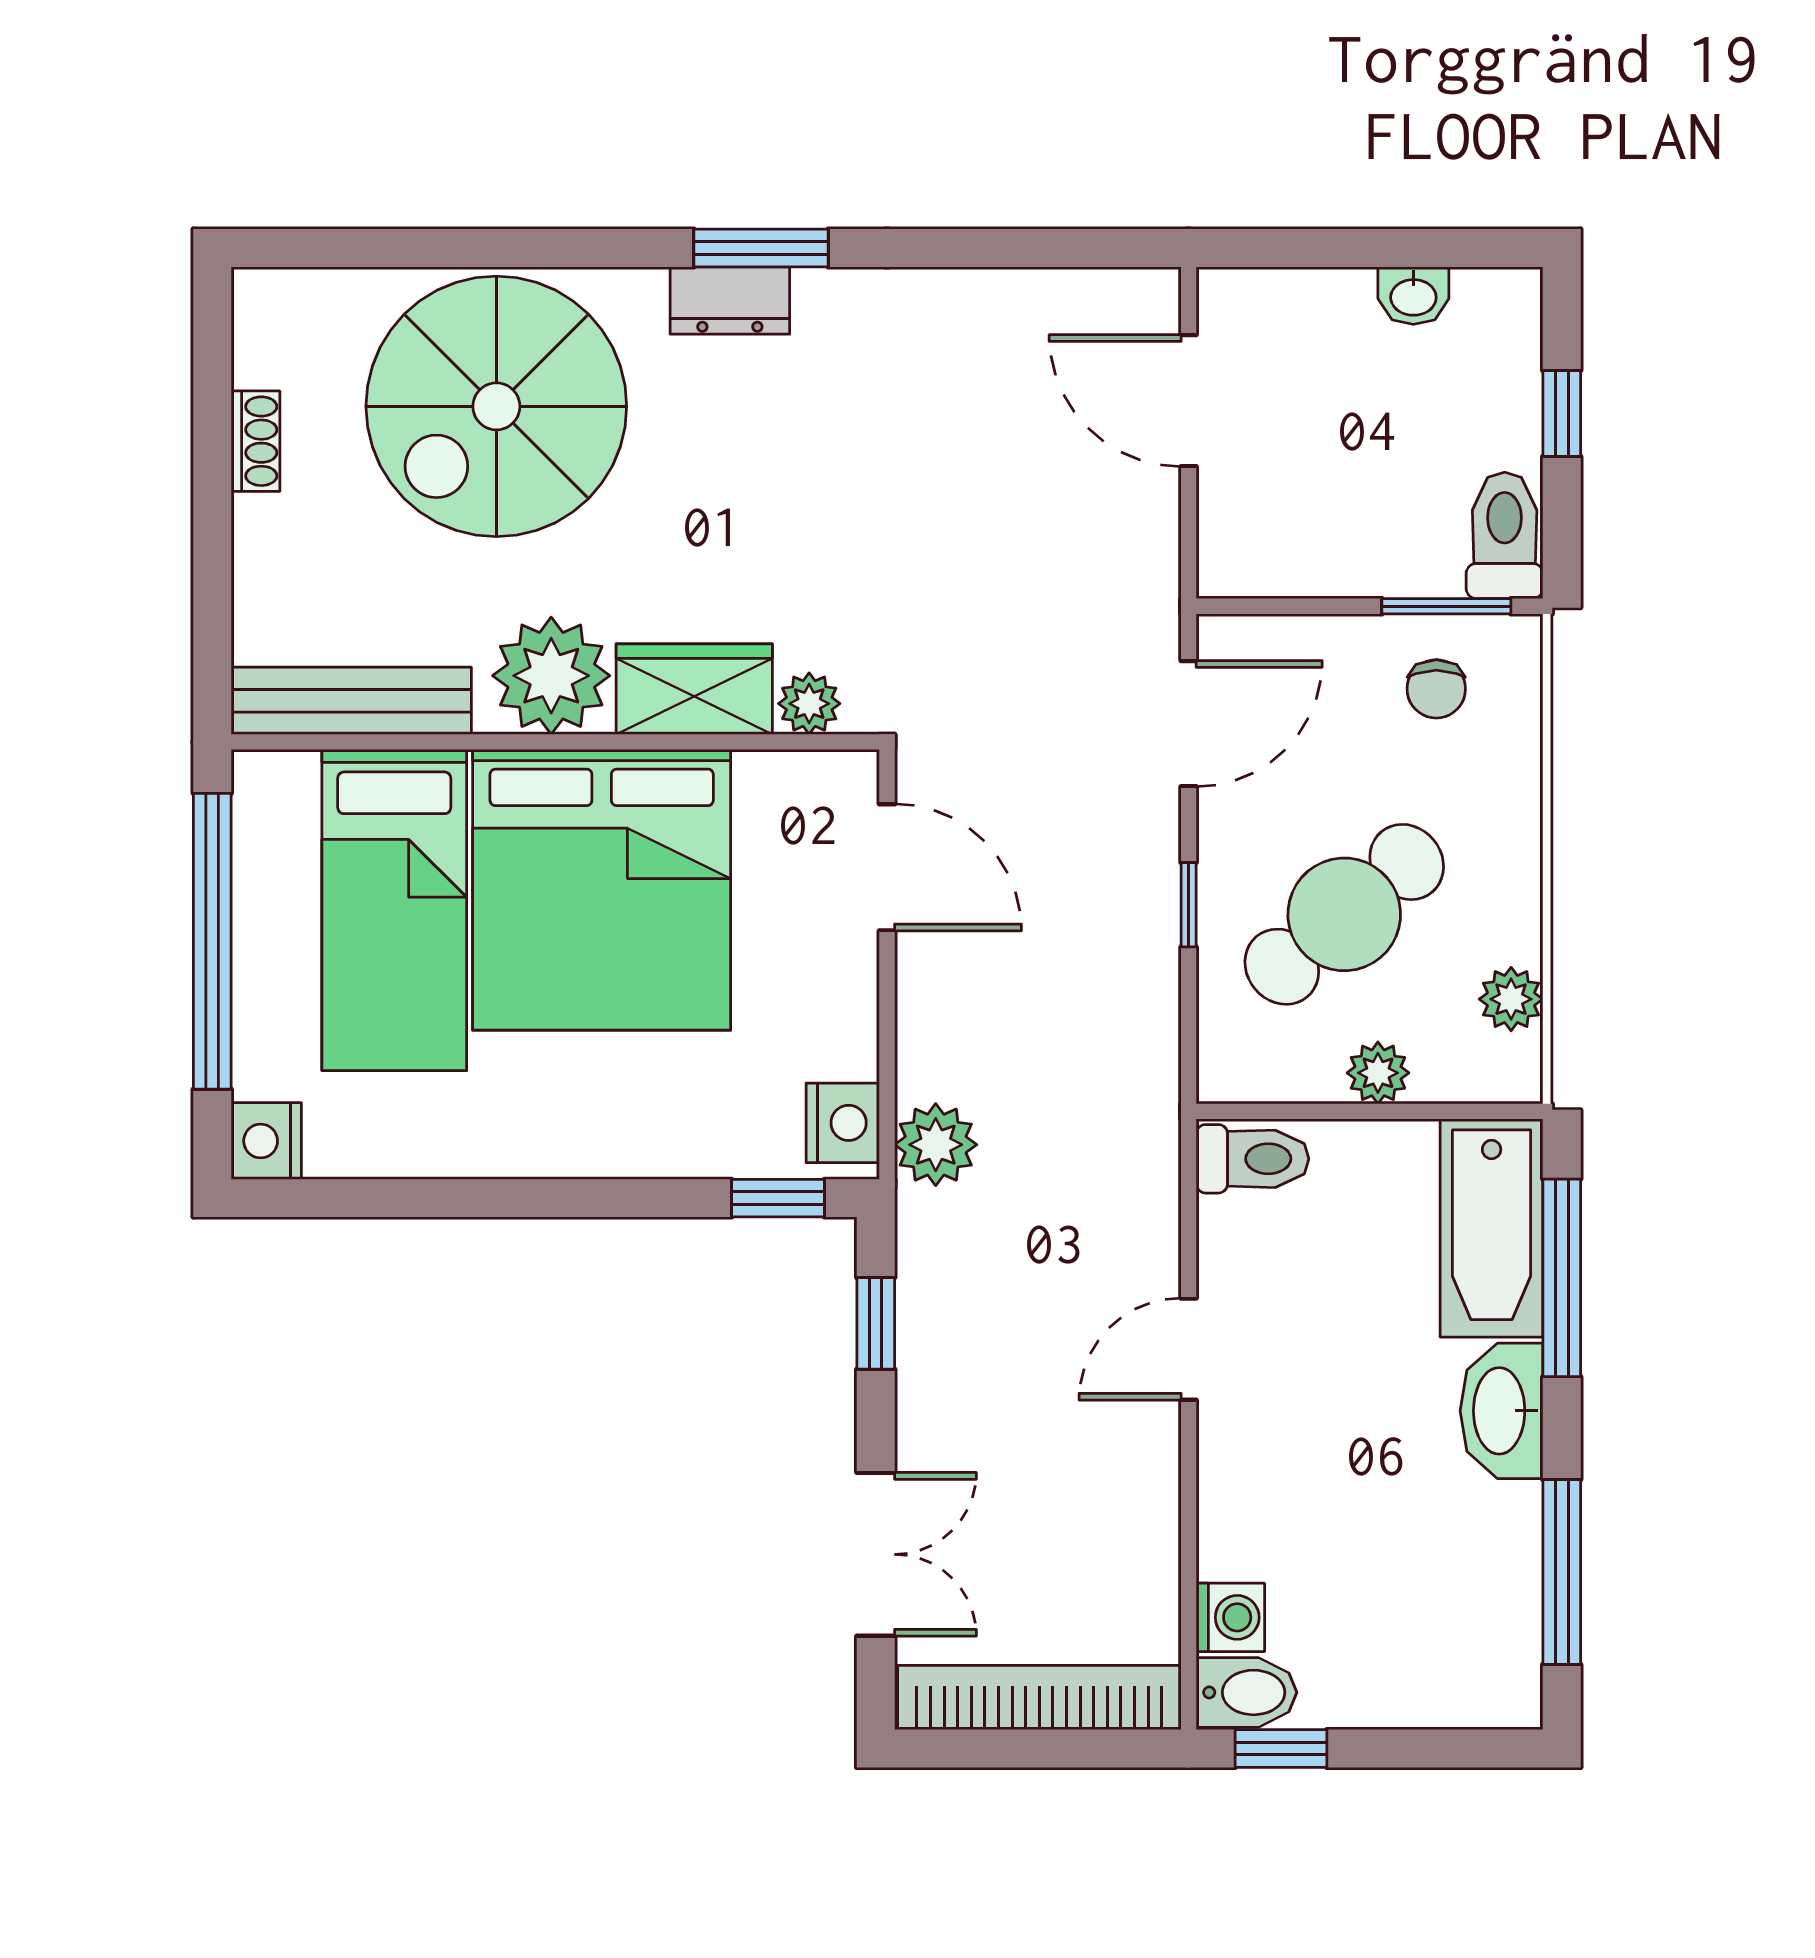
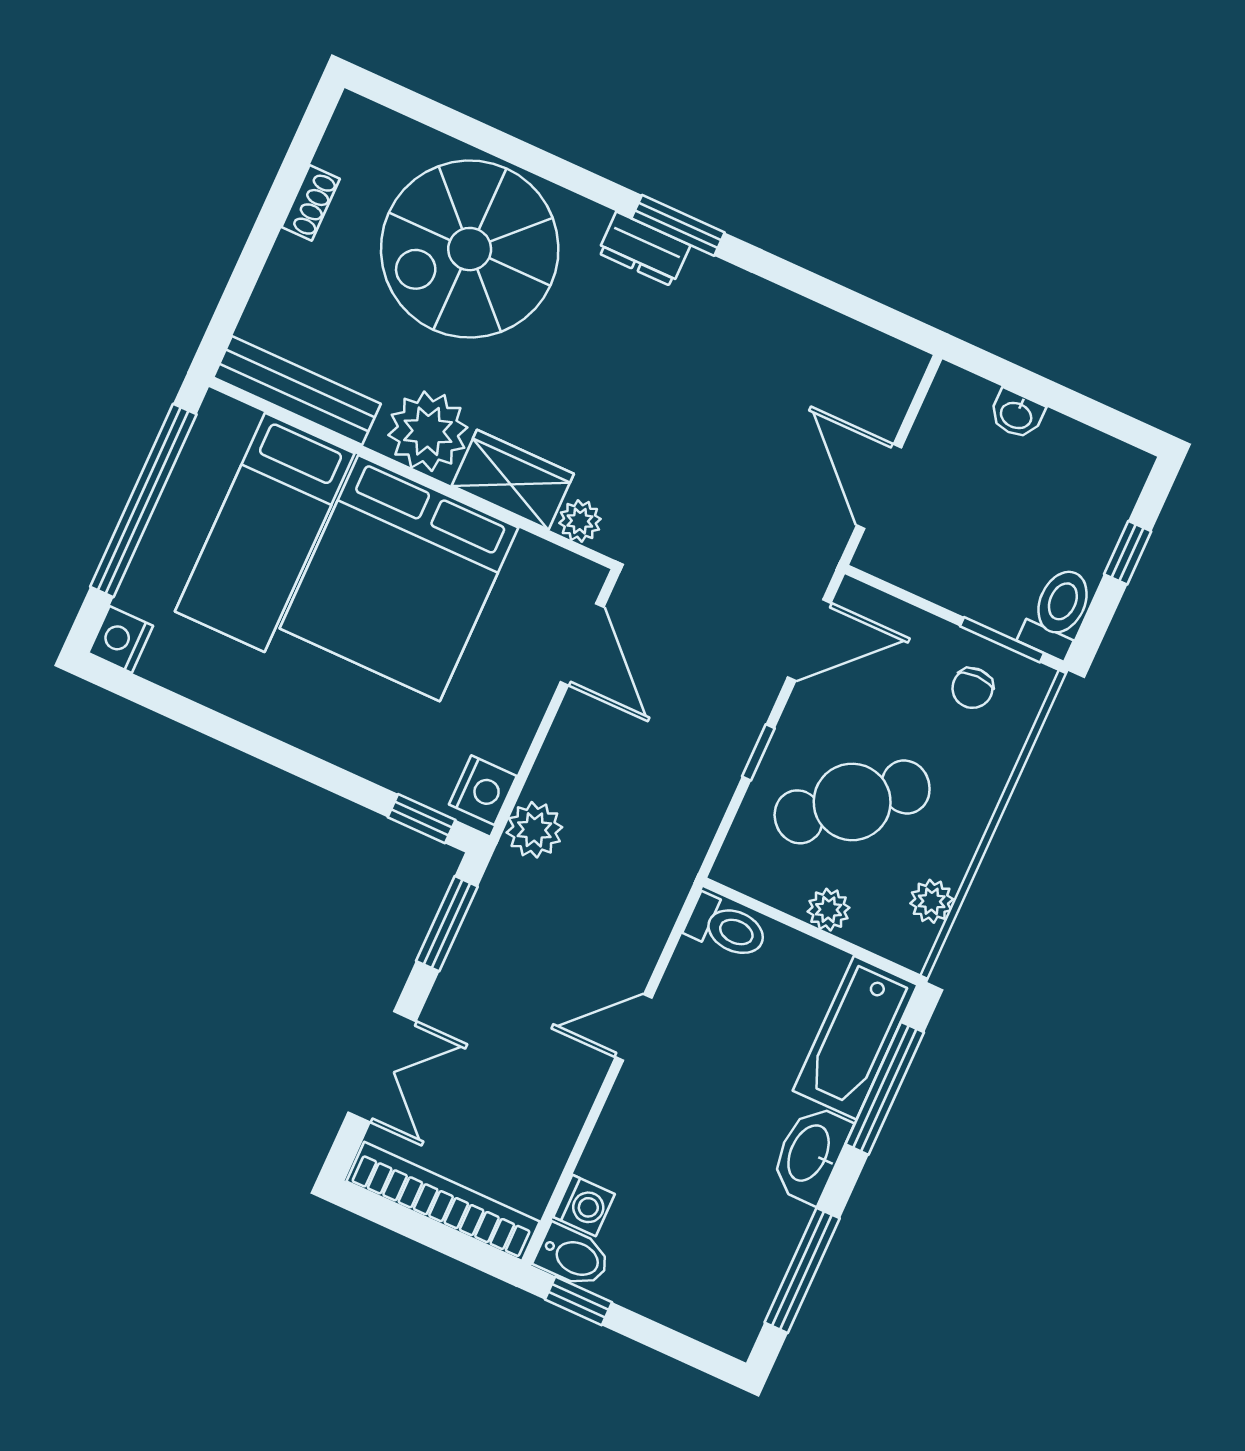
washbasin: (1413, 296) -> (1017, 414), moved
door: (1189, 401) -> (879, 486), moved
window: (876, 1323) -> (447, 924), width x1.50

